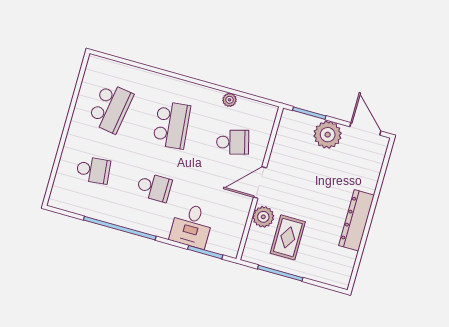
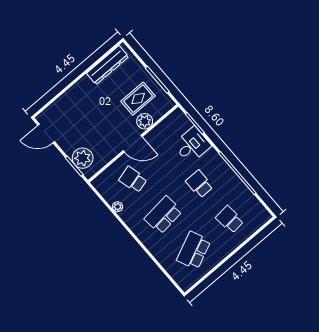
school desk: (111, 108) -> (194, 250), turned -33
door: (365, 129) -> (46, 133), hinge flipped
plant: (328, 135) -> (83, 158), moved
dresser: (356, 220) -> (108, 65), moved

